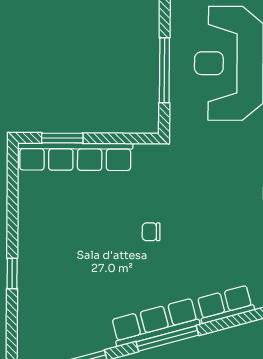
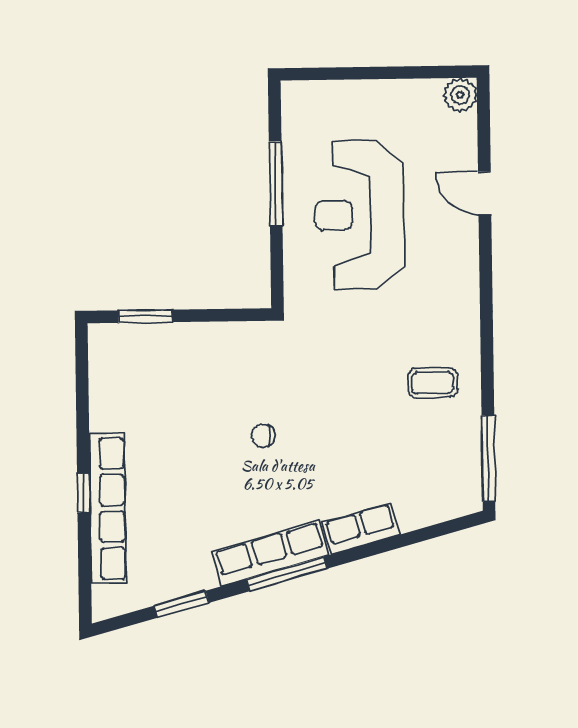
window: (164, 70) -> (276, 183), moved
row of seats: (75, 157) -> (108, 508), moved, turned -90

